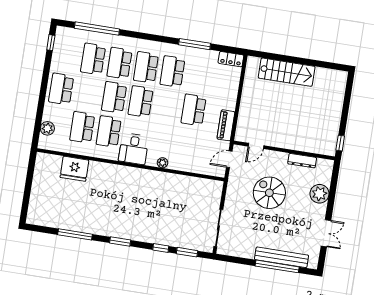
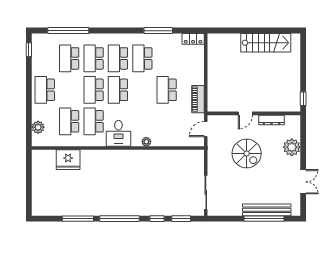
stairs: (287, 72) -> (266, 43), moved
door: (256, 146) -> (245, 113), moved
spiral stairs: (269, 193) -> (247, 153), turned 180
window: (120, 242) -> (120, 219), width x2.11

